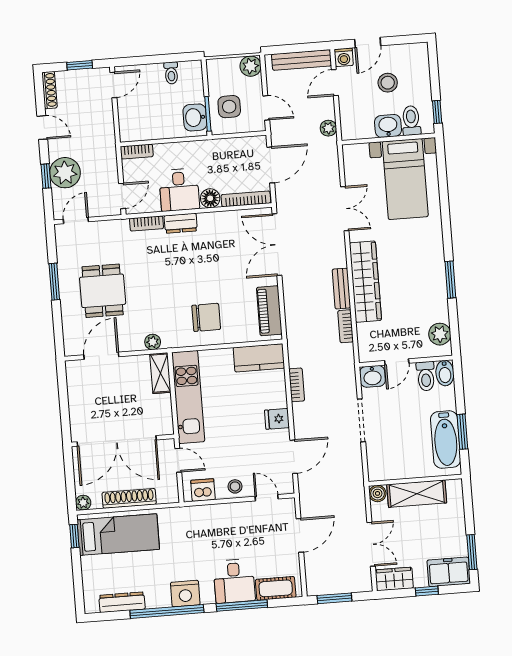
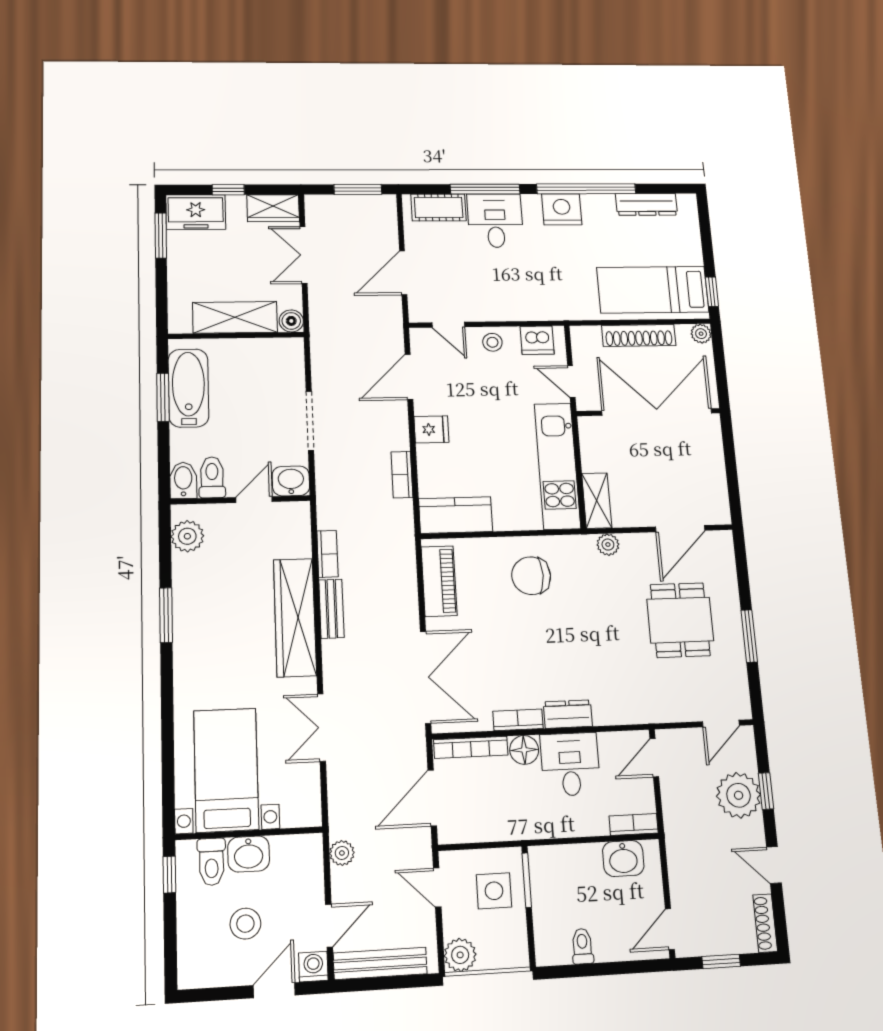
washbasin: (195, 117) -> (623, 858), moved, turned 90
bookcase: (147, 223) -> (518, 720), moved

